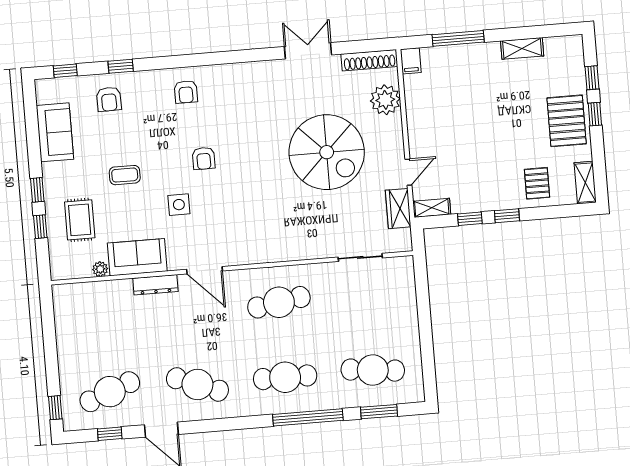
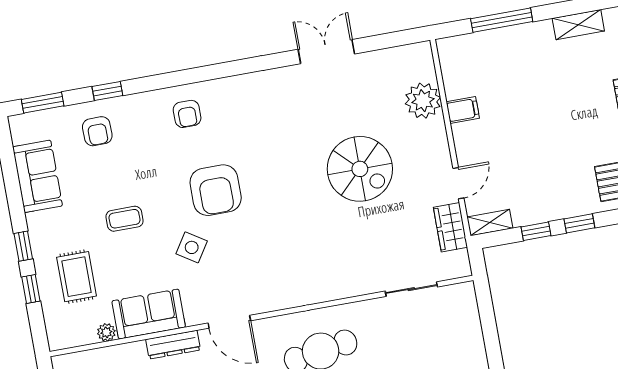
shoe rack: (369, 60) -> (400, 56), removed
filing cabinet: (411, 61) -> (463, 110), moved, turned -90
window: (65, 71) -> (43, 103), width x1.50
spiral stairs: (327, 152) -> (360, 169), width x0.73, depth x0.73
armchair: (204, 158) -> (216, 190), width x1.88, depth x1.88
side table: (179, 205) -> (192, 247), turned 33

